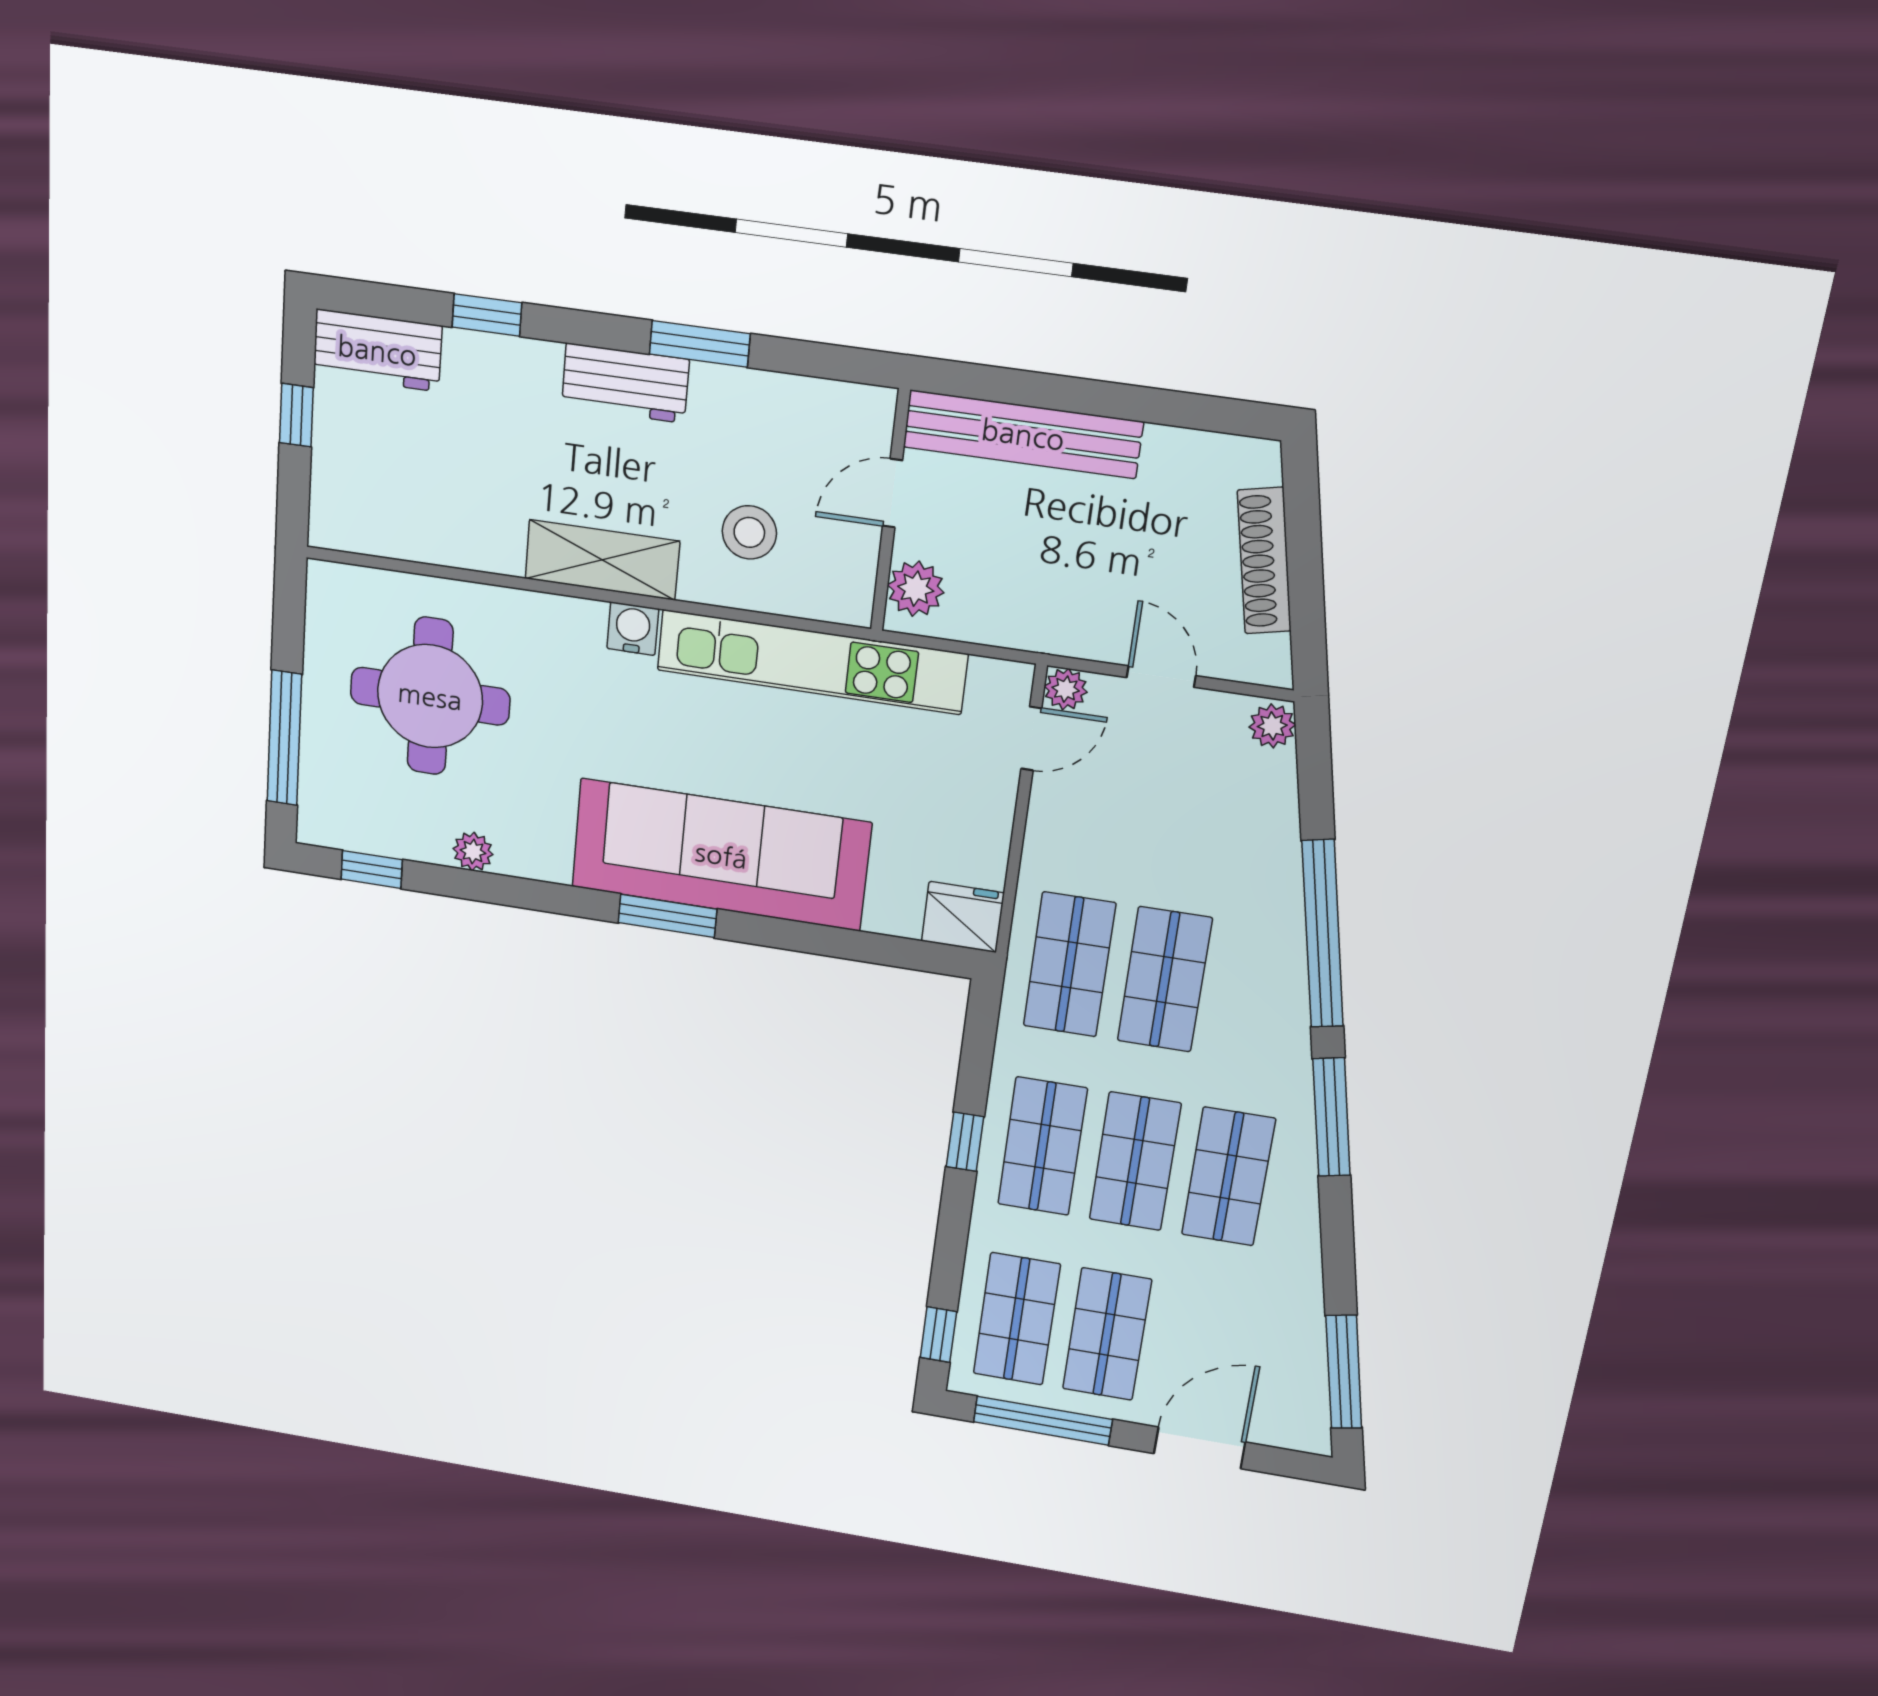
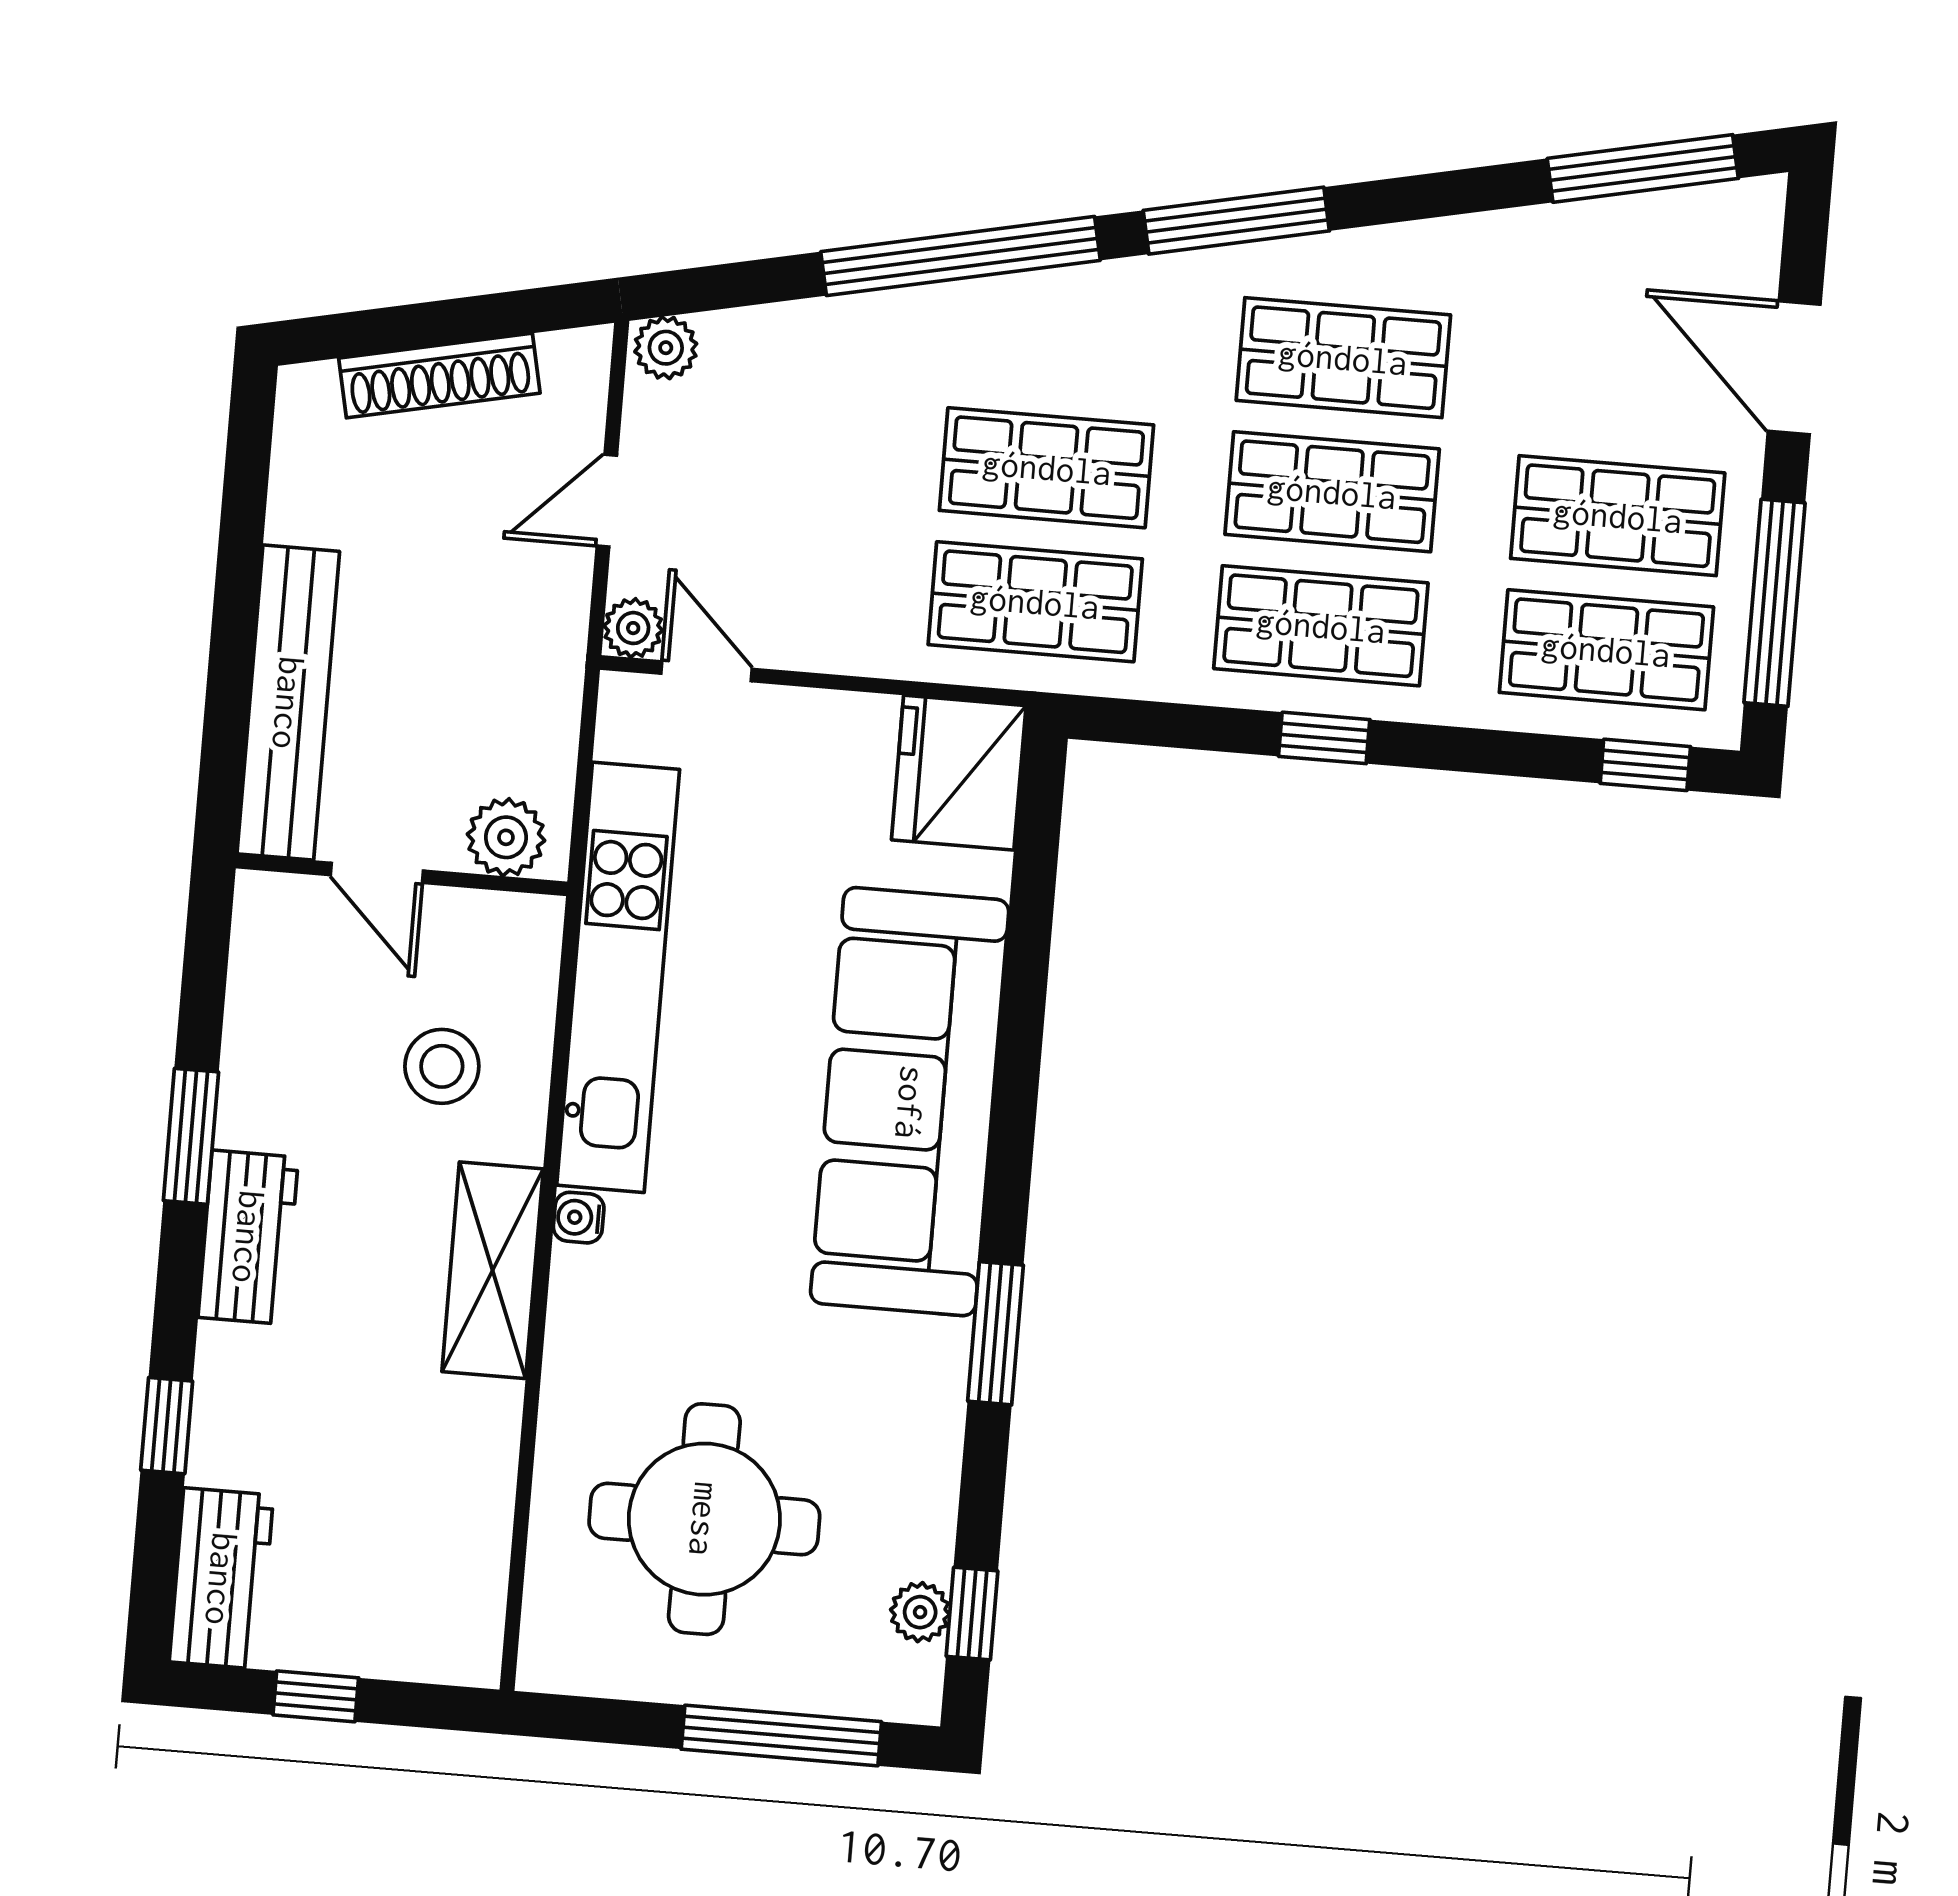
water cooler: (633, 629) -> (579, 1218), width x0.72, depth x0.72
plant: (473, 852) -> (920, 1612), moved
window: (668, 916) -> (996, 1333), moved
fridge: (963, 917) -> (959, 773), width x1.36, depth x1.34

